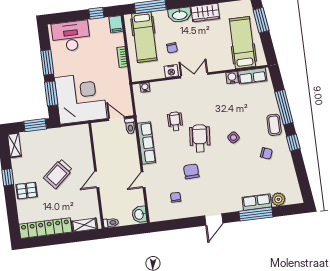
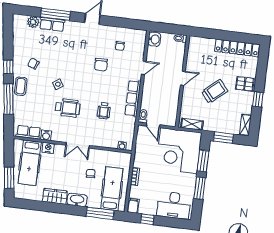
nightstand: (171, 71) -> (48, 148), moved
wheelchair: (200, 138) -> (68, 108), moved, turned -95
shelving: (84, 225) -> (192, 124), moved

